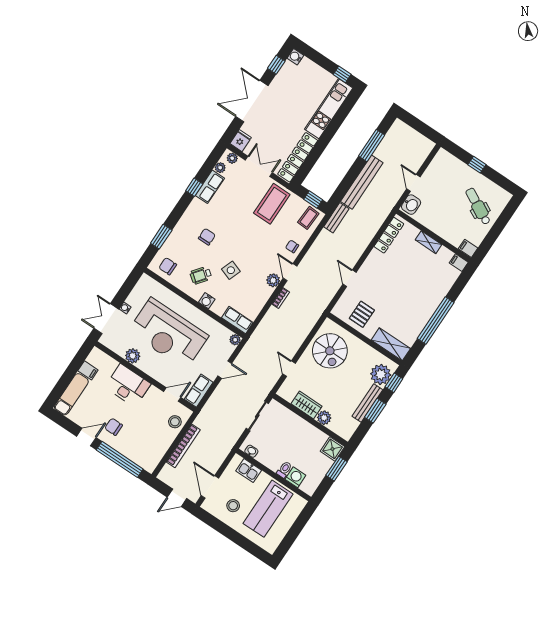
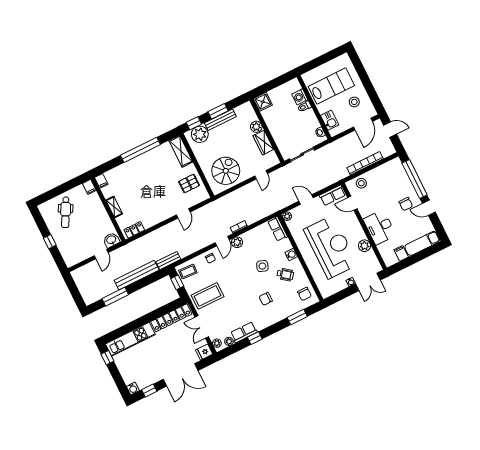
locker: (389, 235) -> (134, 230), width x0.66
window: (336, 469) -> (268, 87), removed

